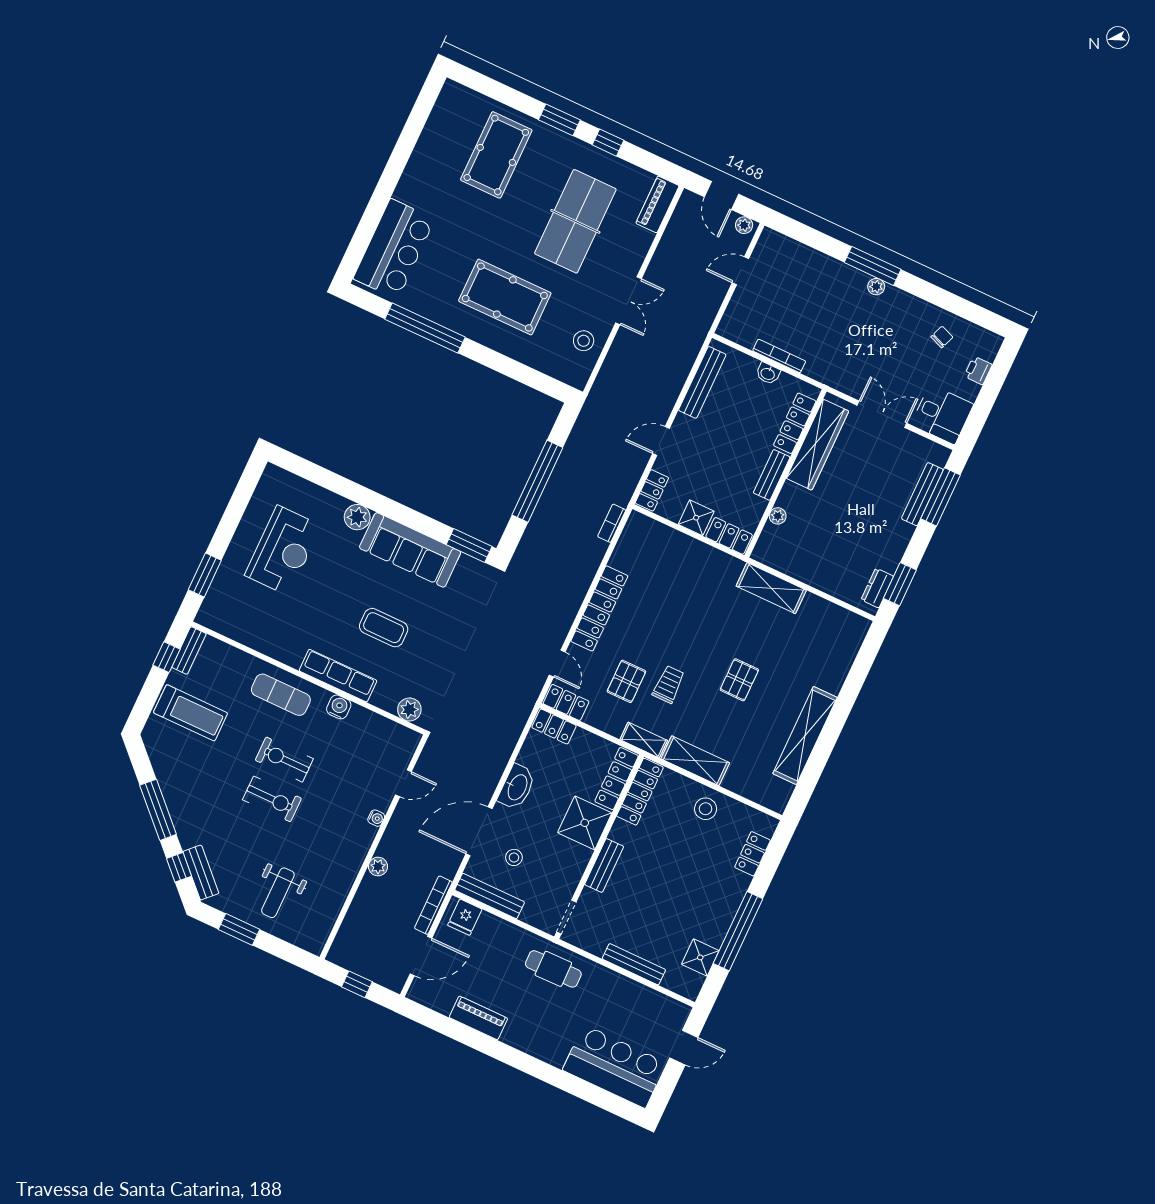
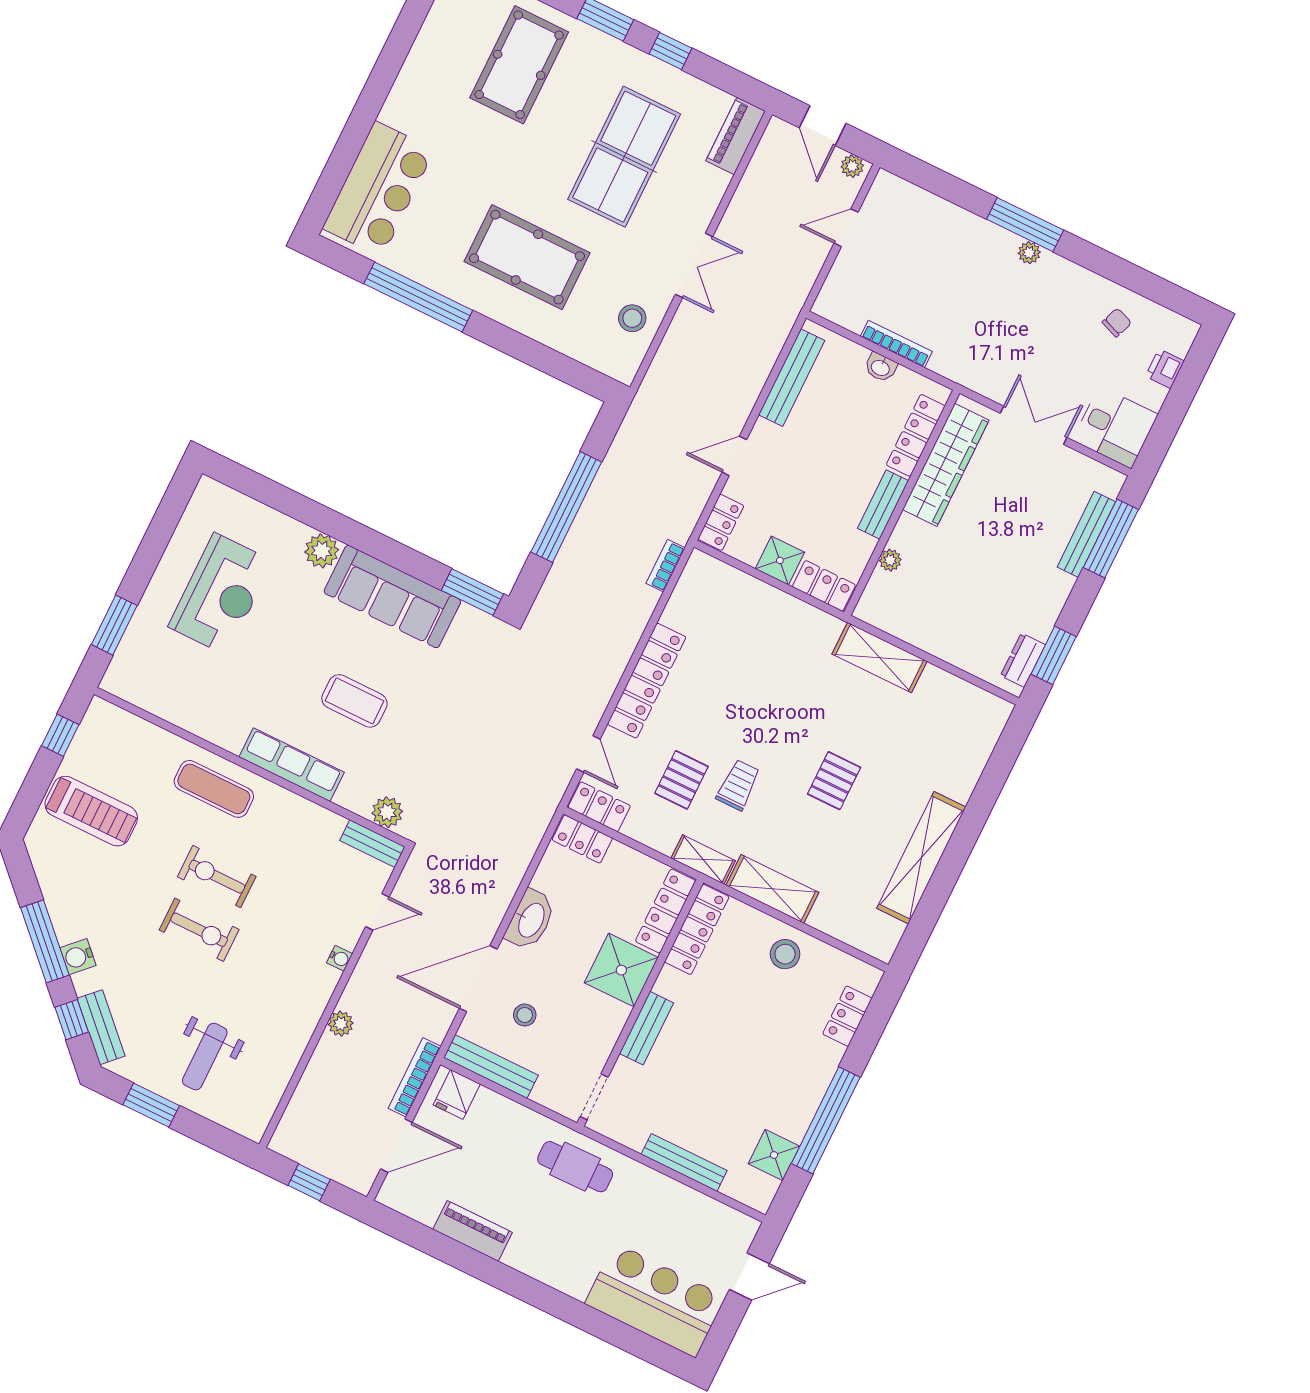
bench: (189, 651) -> (372, 844), moved, turned 90
water cooler: (339, 707) -> (78, 957), moved, turned -135

